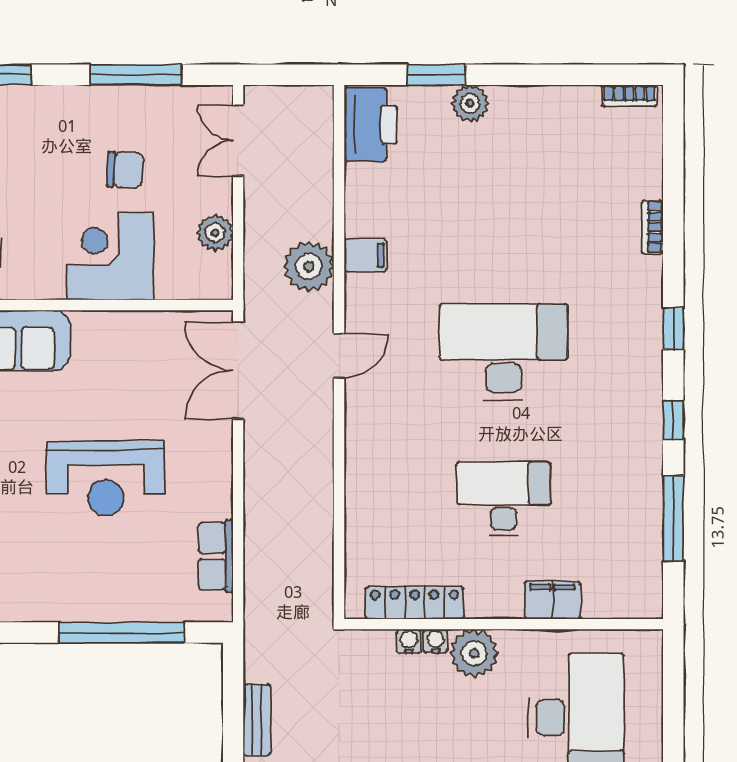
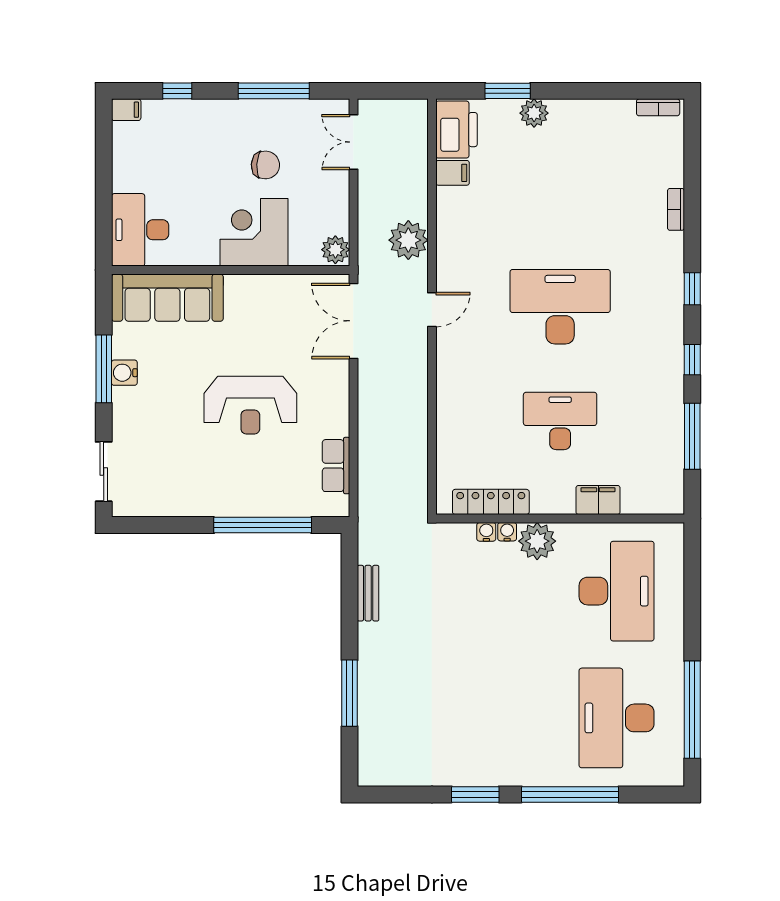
plant: (215, 233) -> (335, 250), moved
filing cabinet: (365, 256) -> (453, 173), moved

